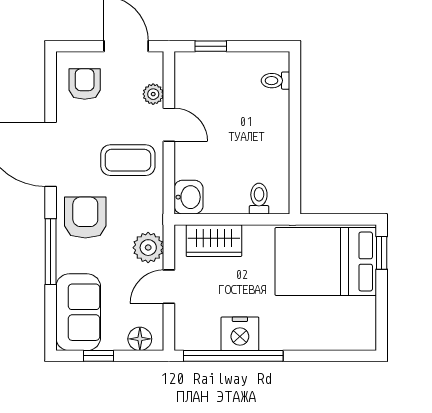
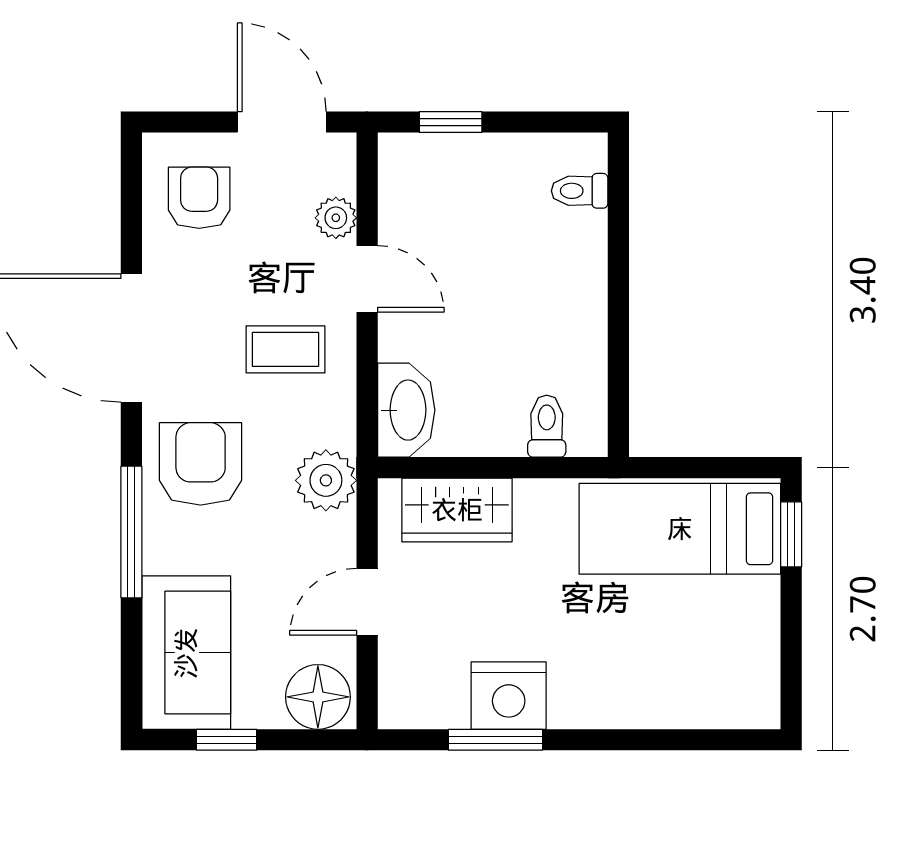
coffee table: (128, 160) -> (286, 349), width x0.73, depth x0.77
washbasin: (189, 197) -> (406, 410), width x1.38
plant: (148, 248) -> (326, 480), moved
bed: (326, 262) -> (680, 529), width x0.67
floor lamp: (140, 339) -> (318, 697), width x1.38, depth x1.38
window: (233, 356) -> (495, 740), width x0.47

